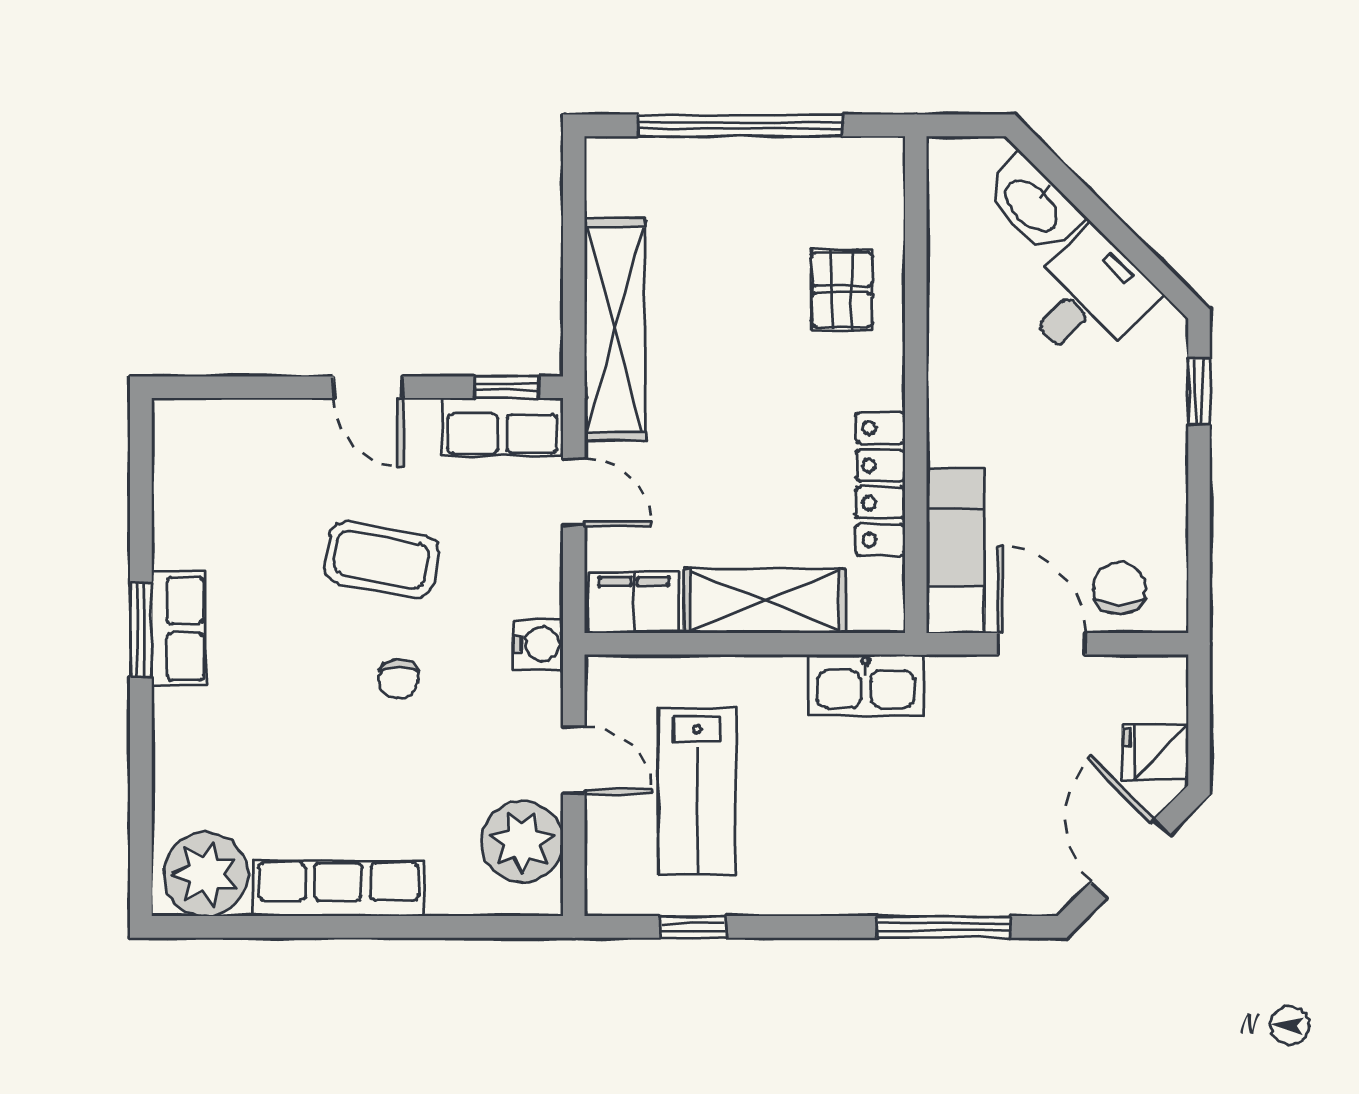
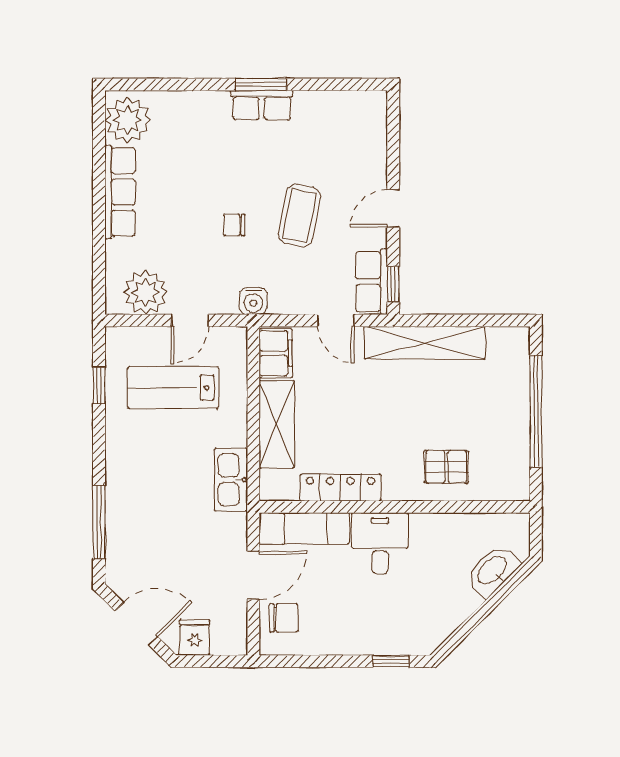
desk: (1088, 297) -> (380, 543), moved, turned -135
door: (574, 492) -> (336, 320), hinge flipped

